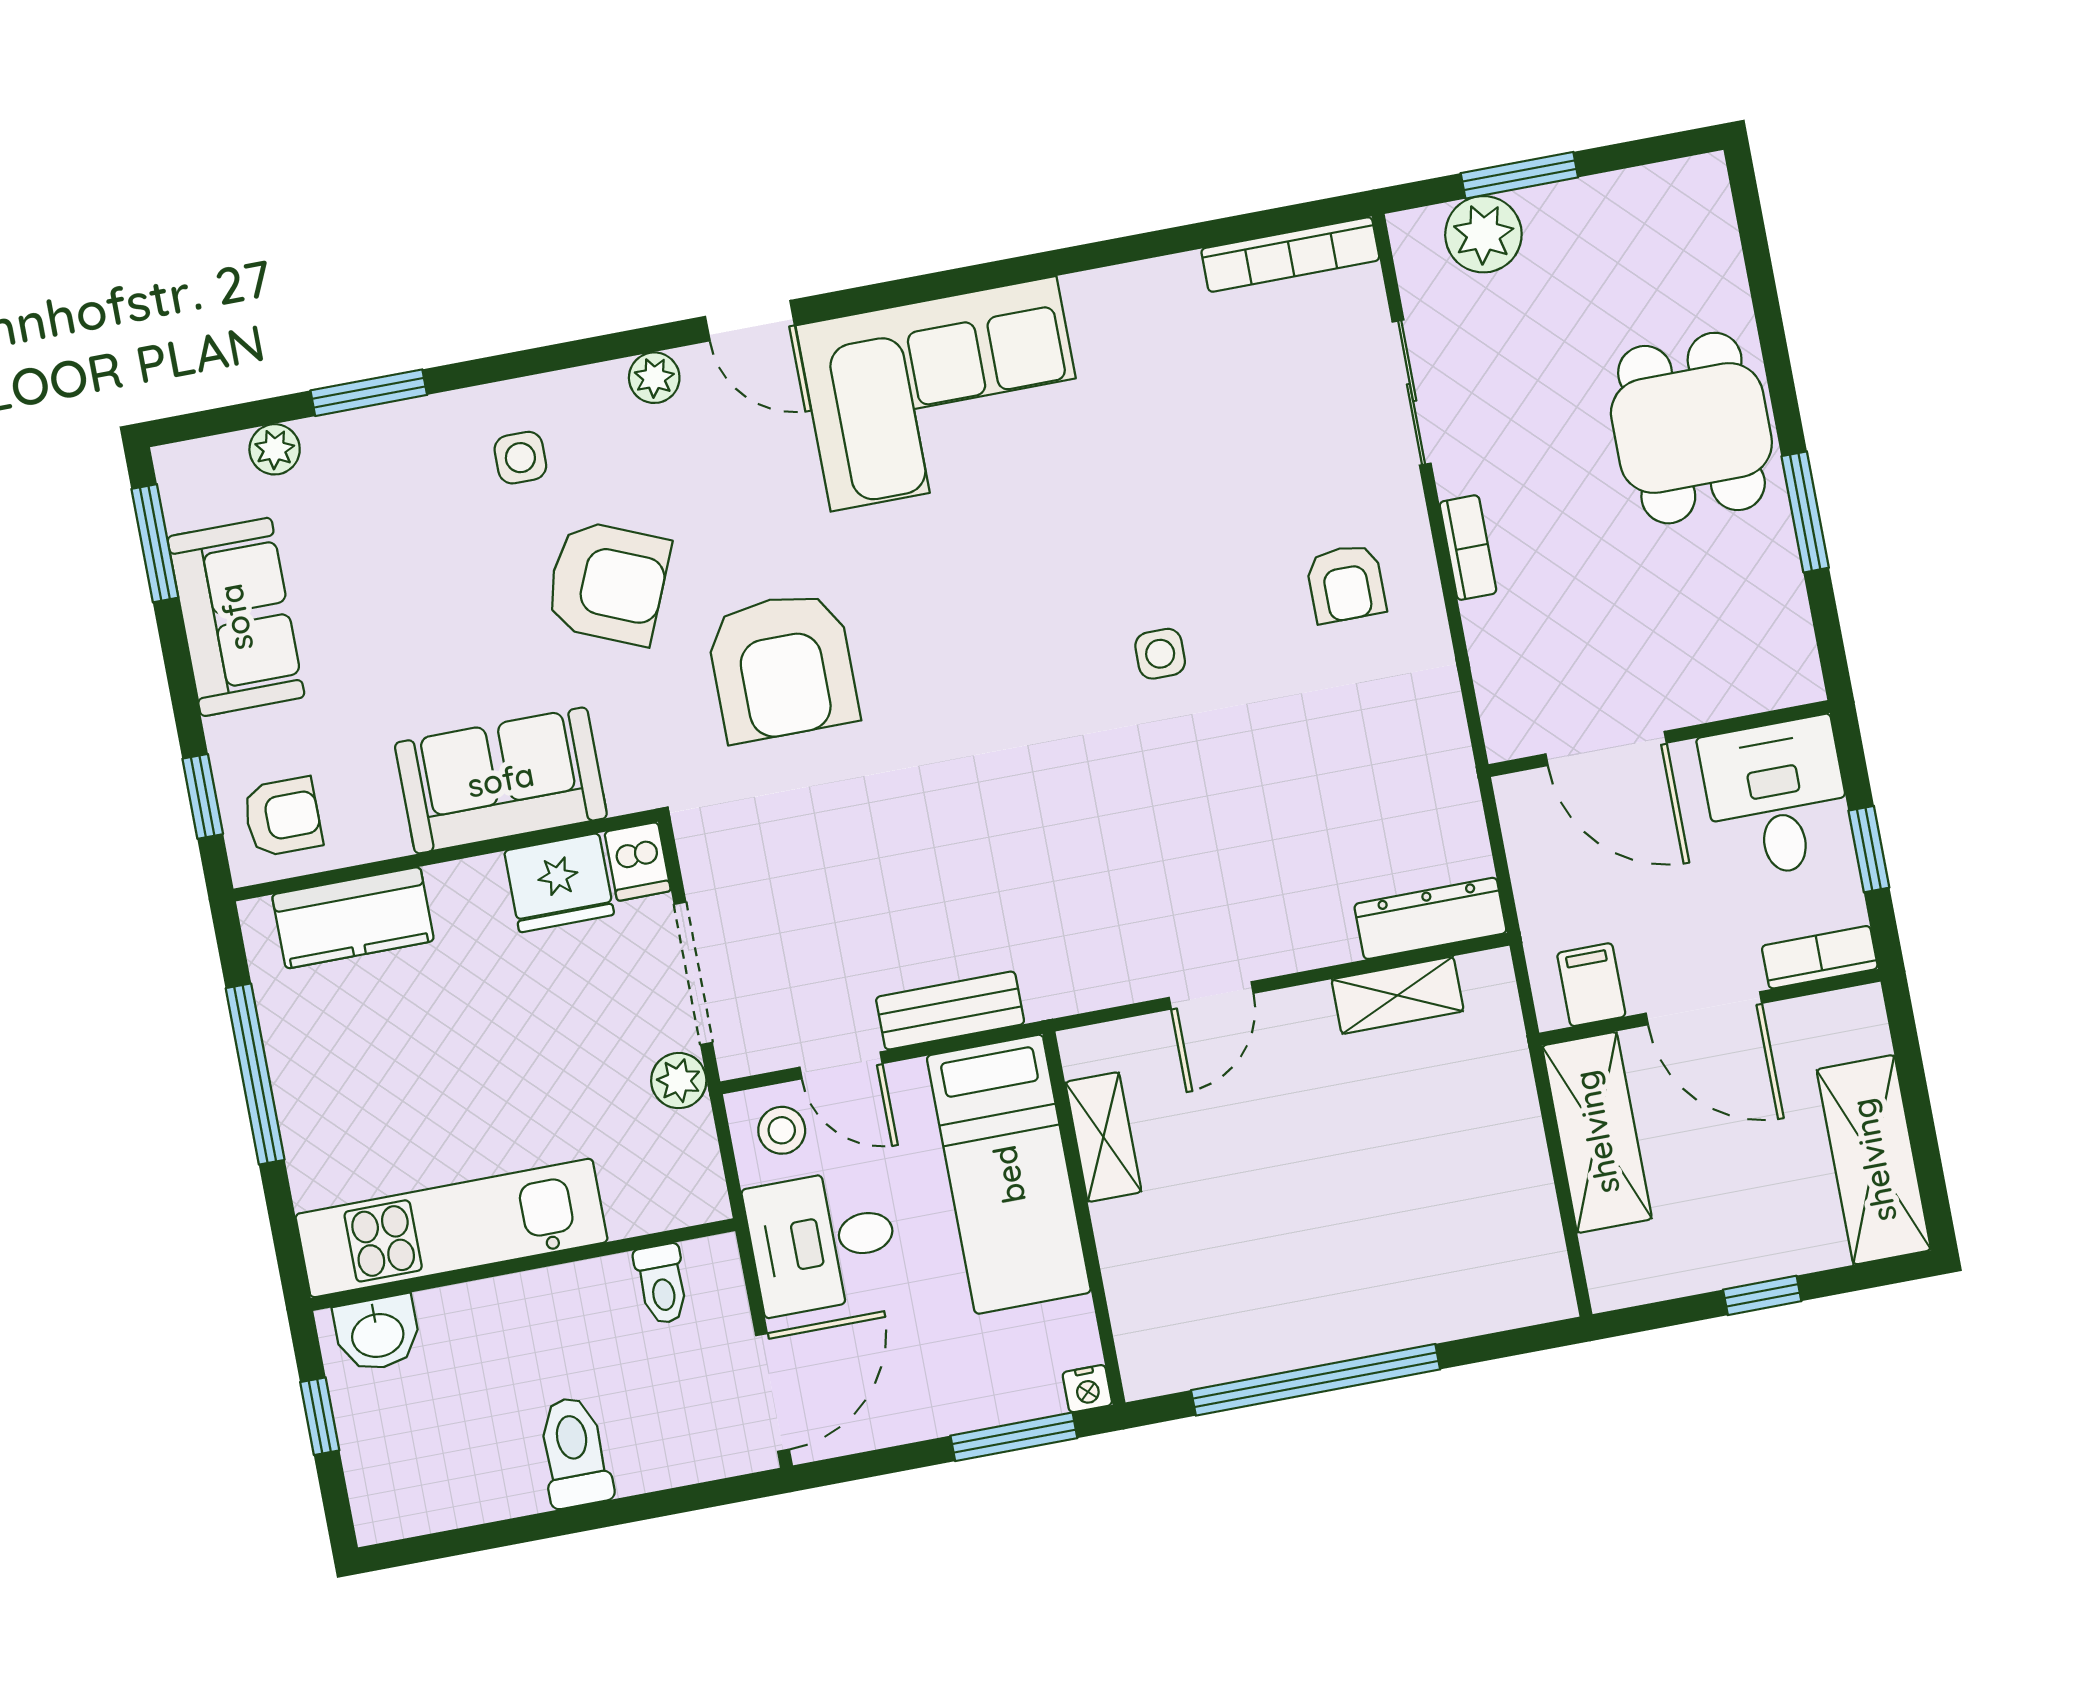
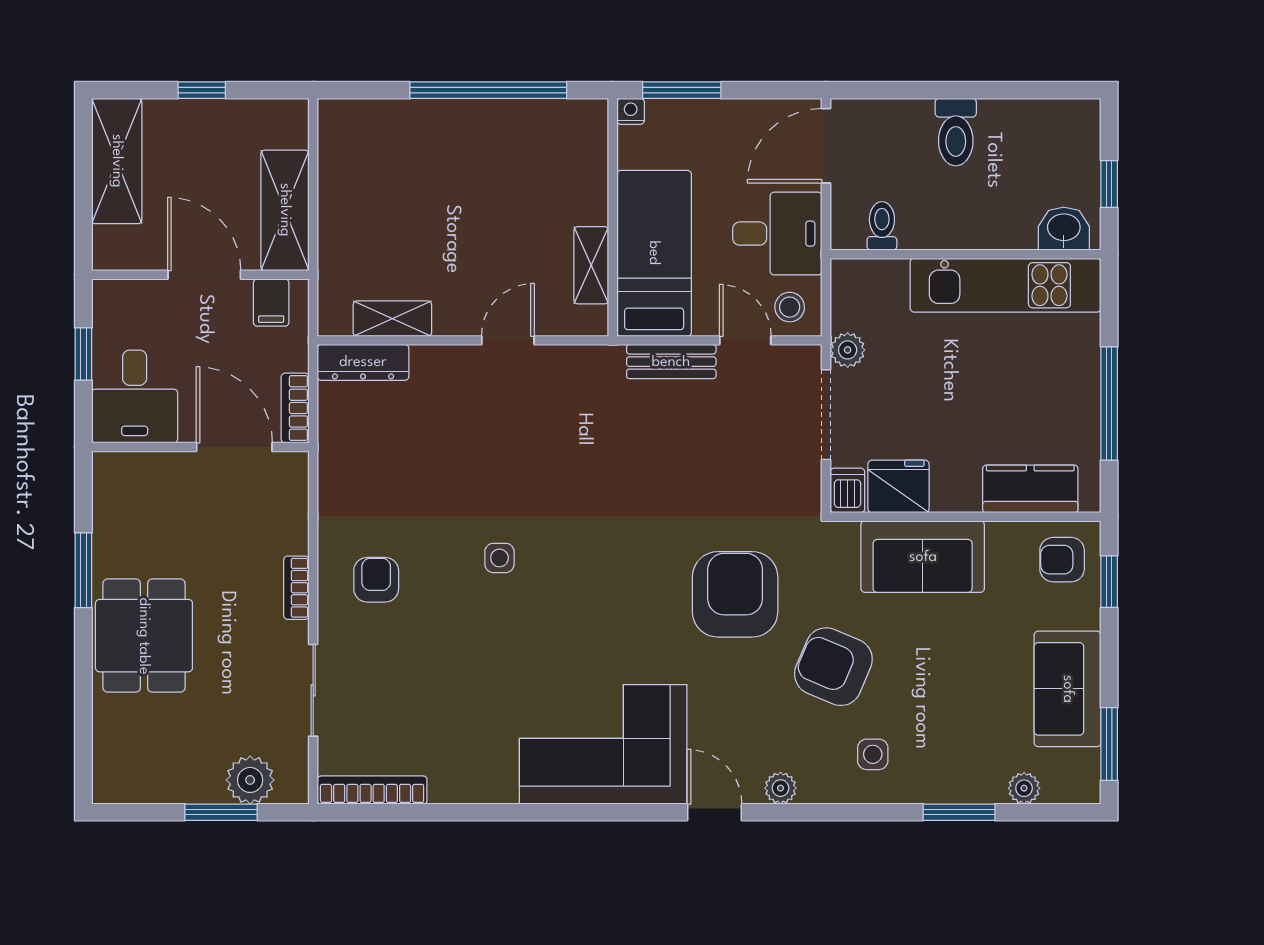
bookcase: (1820, 957) -> (295, 408), moved, turned 90

